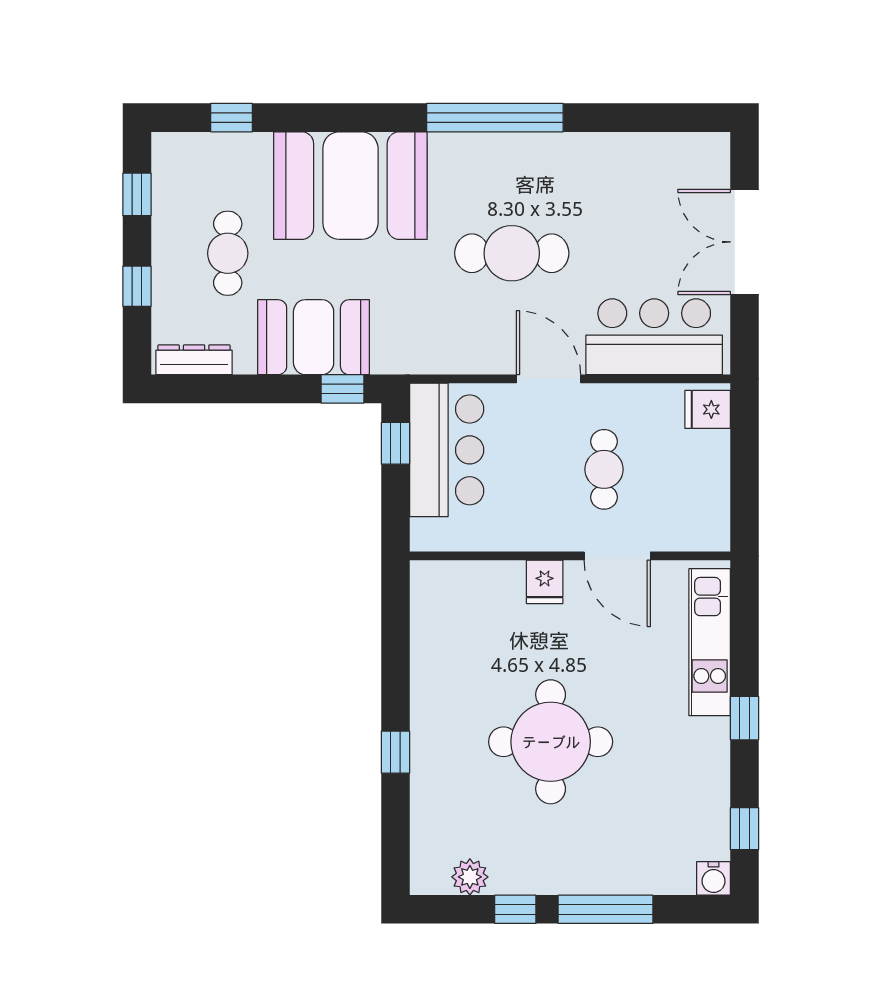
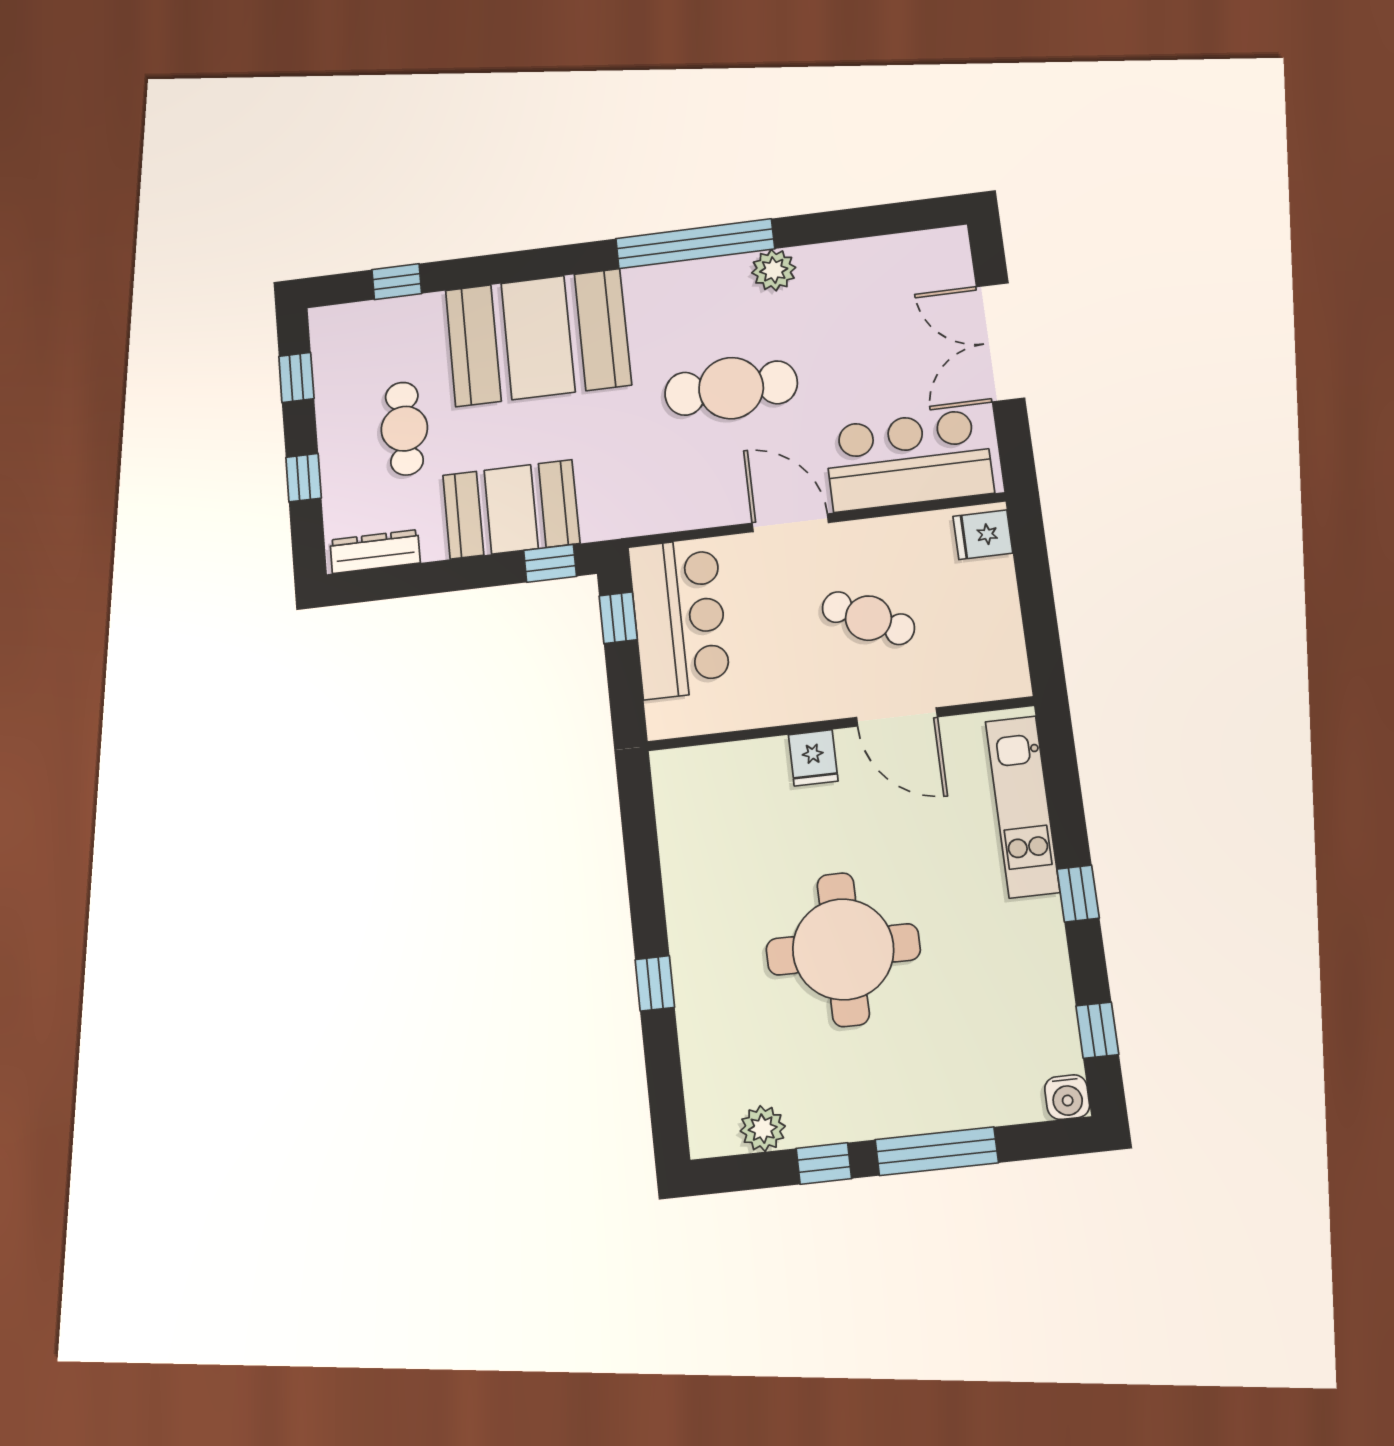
plant: (560, 151) -> (774, 270), added
cafe table: (604, 469) -> (868, 618), turned -63

